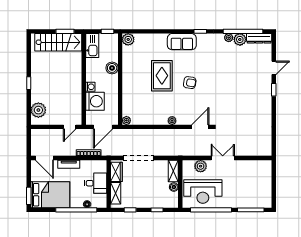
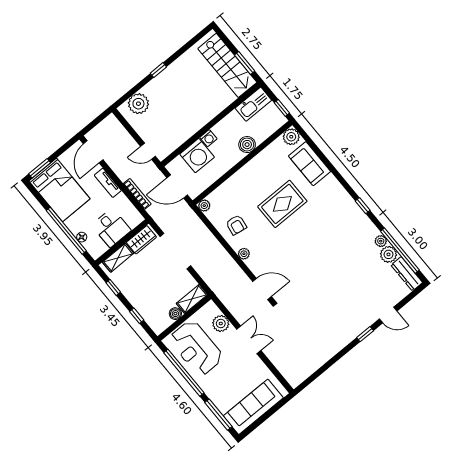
sofa: (182, 42) -> (310, 164), moved
armchair: (190, 83) -> (236, 225), moved
sofa: (263, 187) -> (253, 407), added

